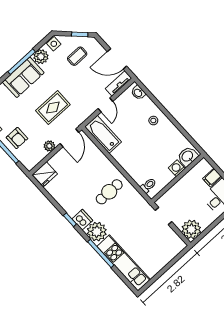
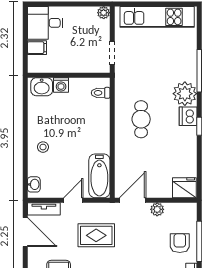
rug: (53, 108) -> (96, 235), moved
cafe table: (109, 192) -> (141, 119), turned 90
plant: (191, 229) -> (104, 13), width x0.53, depth x0.53
kitchen unit: (124, 263) -> (157, 17), moved, turned -90

